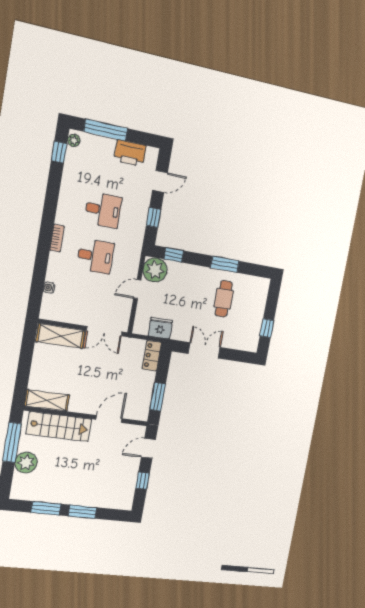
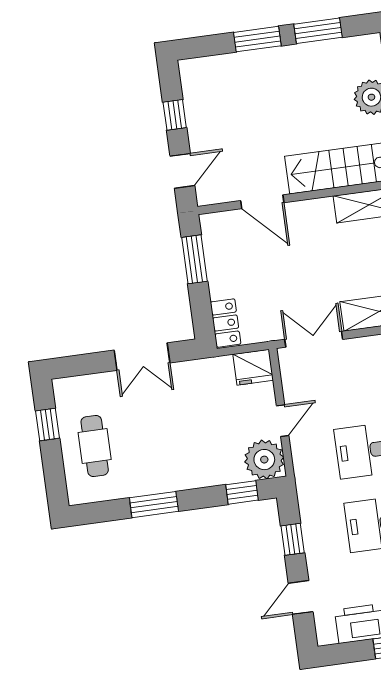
cafe table: (224, 299) -> (95, 446), moved
fridge: (160, 328) -> (253, 367), moved
door: (109, 419) -> (262, 202), hinge flipped

